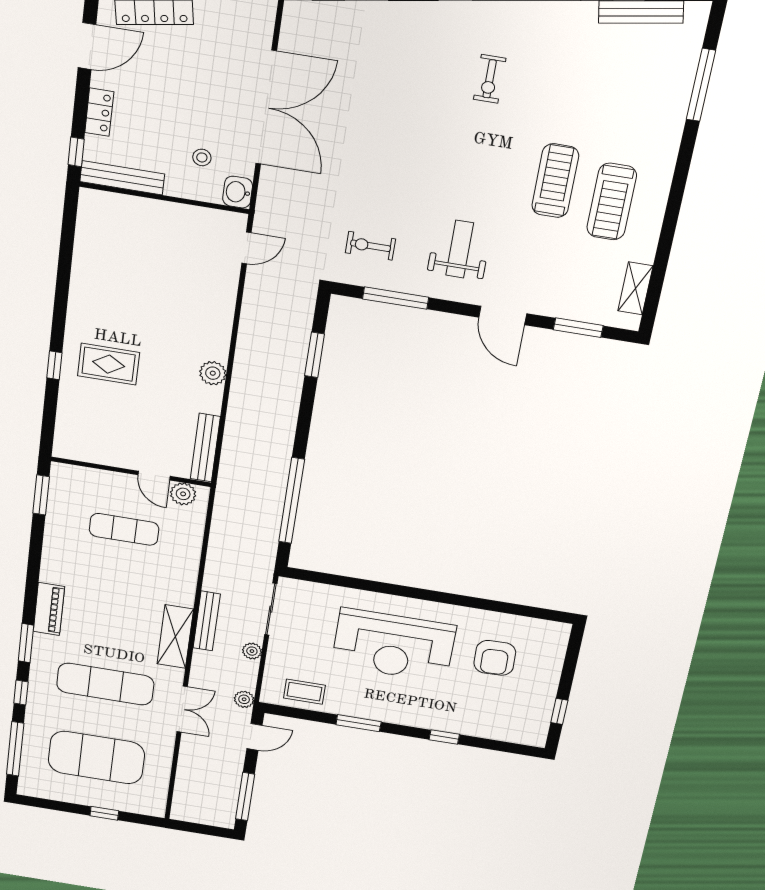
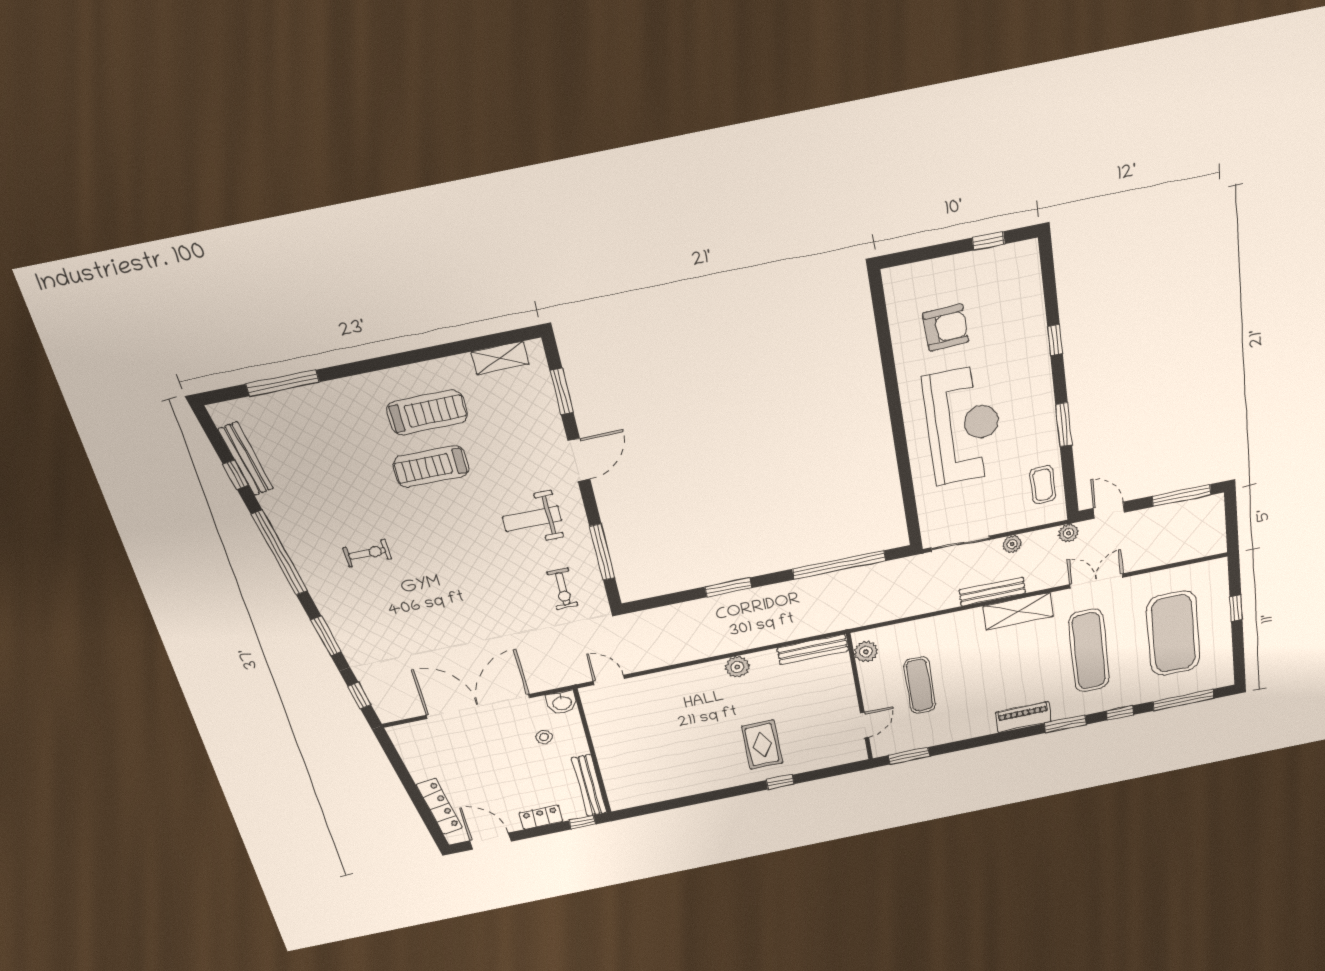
window: (315, 355) -> (728, 587), moved
door: (154, 476) -> (865, 725), moved

